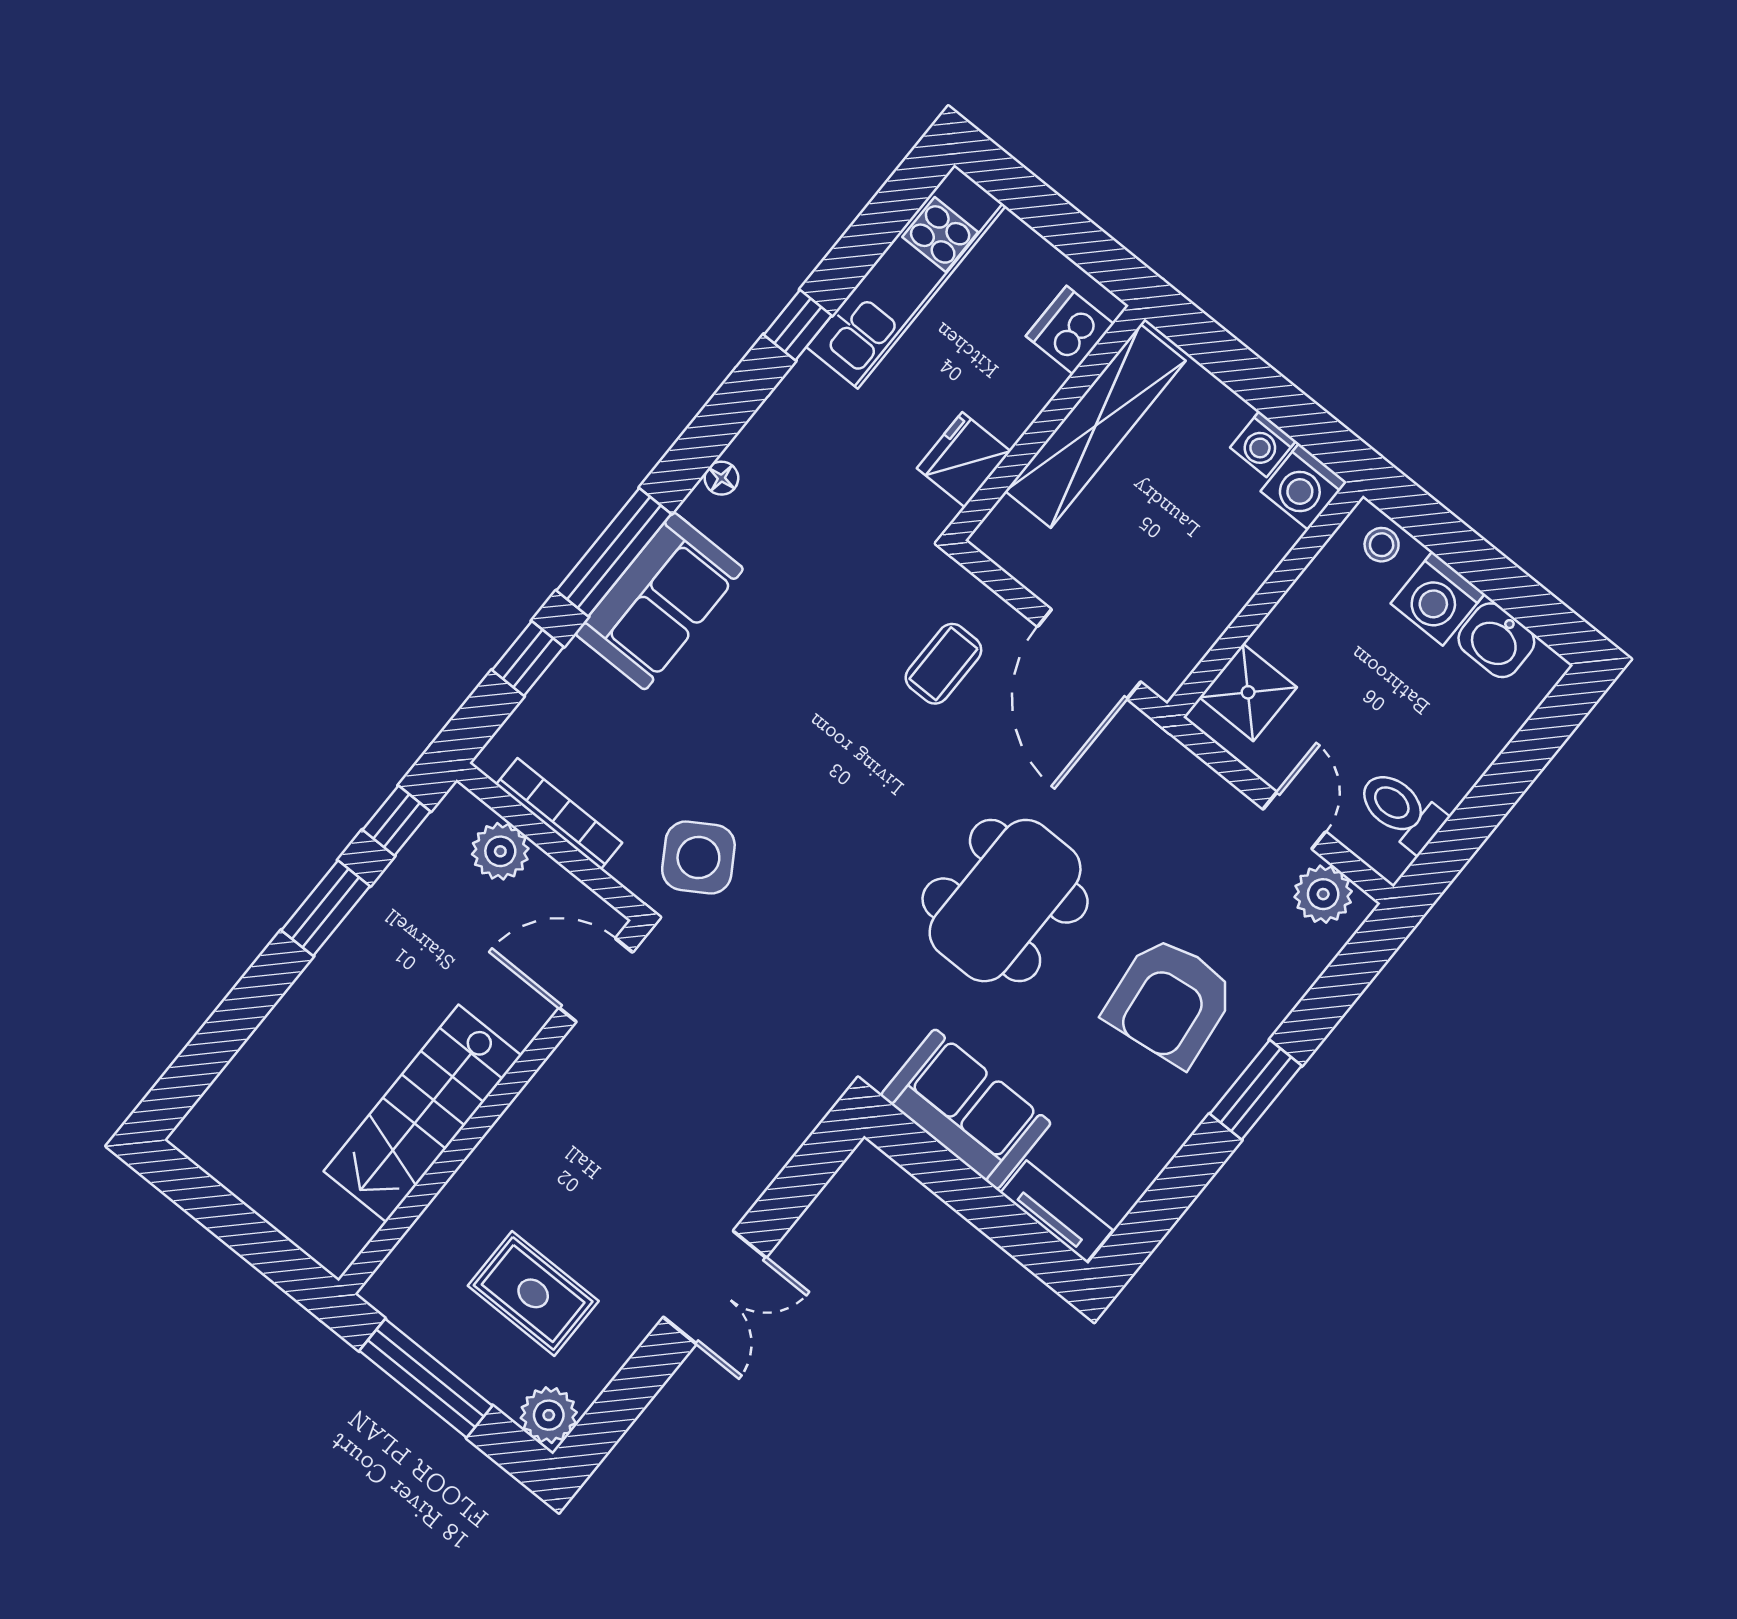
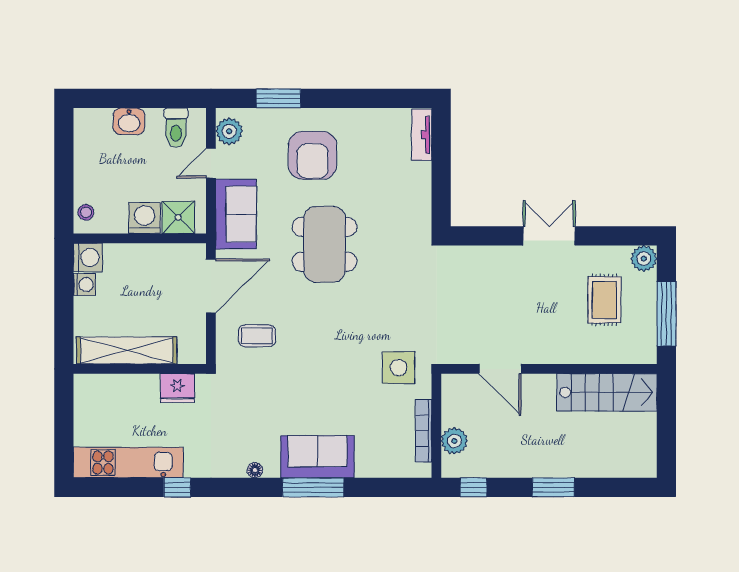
dishwasher: (1070, 330) -> (100, 388), removed
washing machine: (1438, 599) -> (145, 218), moved, turned -90
washbasin: (1496, 640) -> (129, 121), moved, turned 90
window: (528, 659) -> (377, 487), removed
side table: (698, 857) -> (399, 368), turned 32
dining table: (1005, 901) -> (325, 244), turned 90
window: (326, 908) -> (553, 487), moved
door: (596, 980) -> (500, 369), moved
armchair: (1170, 1001) -> (313, 155), turned 97
window: (1256, 1090) -> (278, 98), moved
sofa: (966, 1109) -> (236, 214), moved, turned 180
stairs: (423, 1113) -> (607, 392), moved

